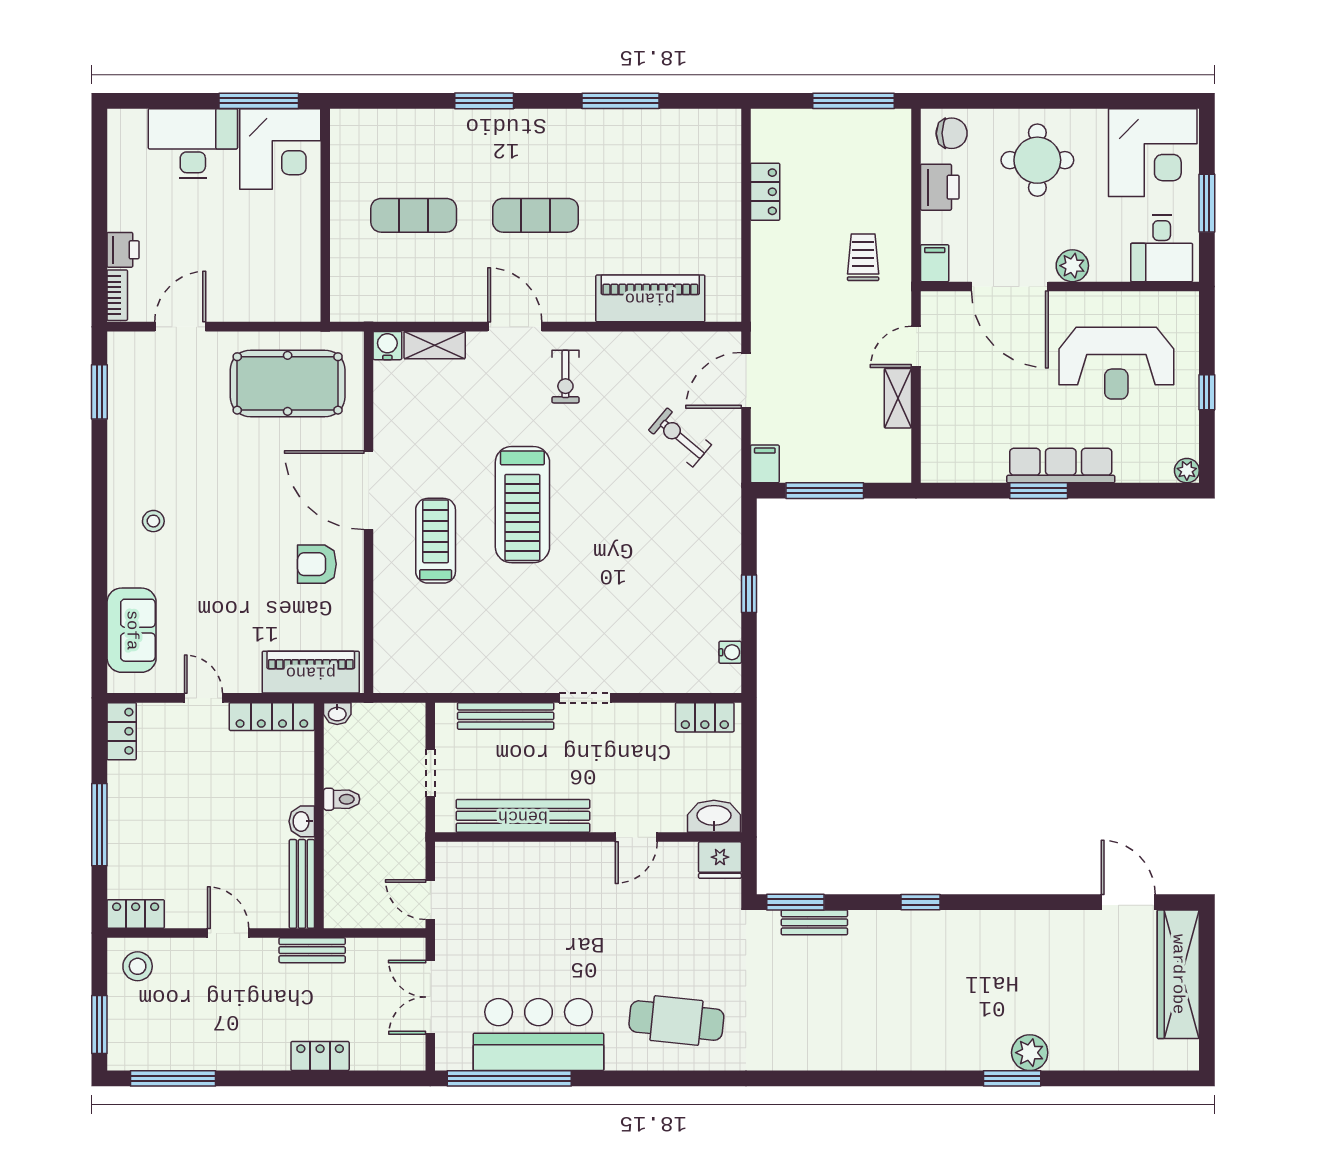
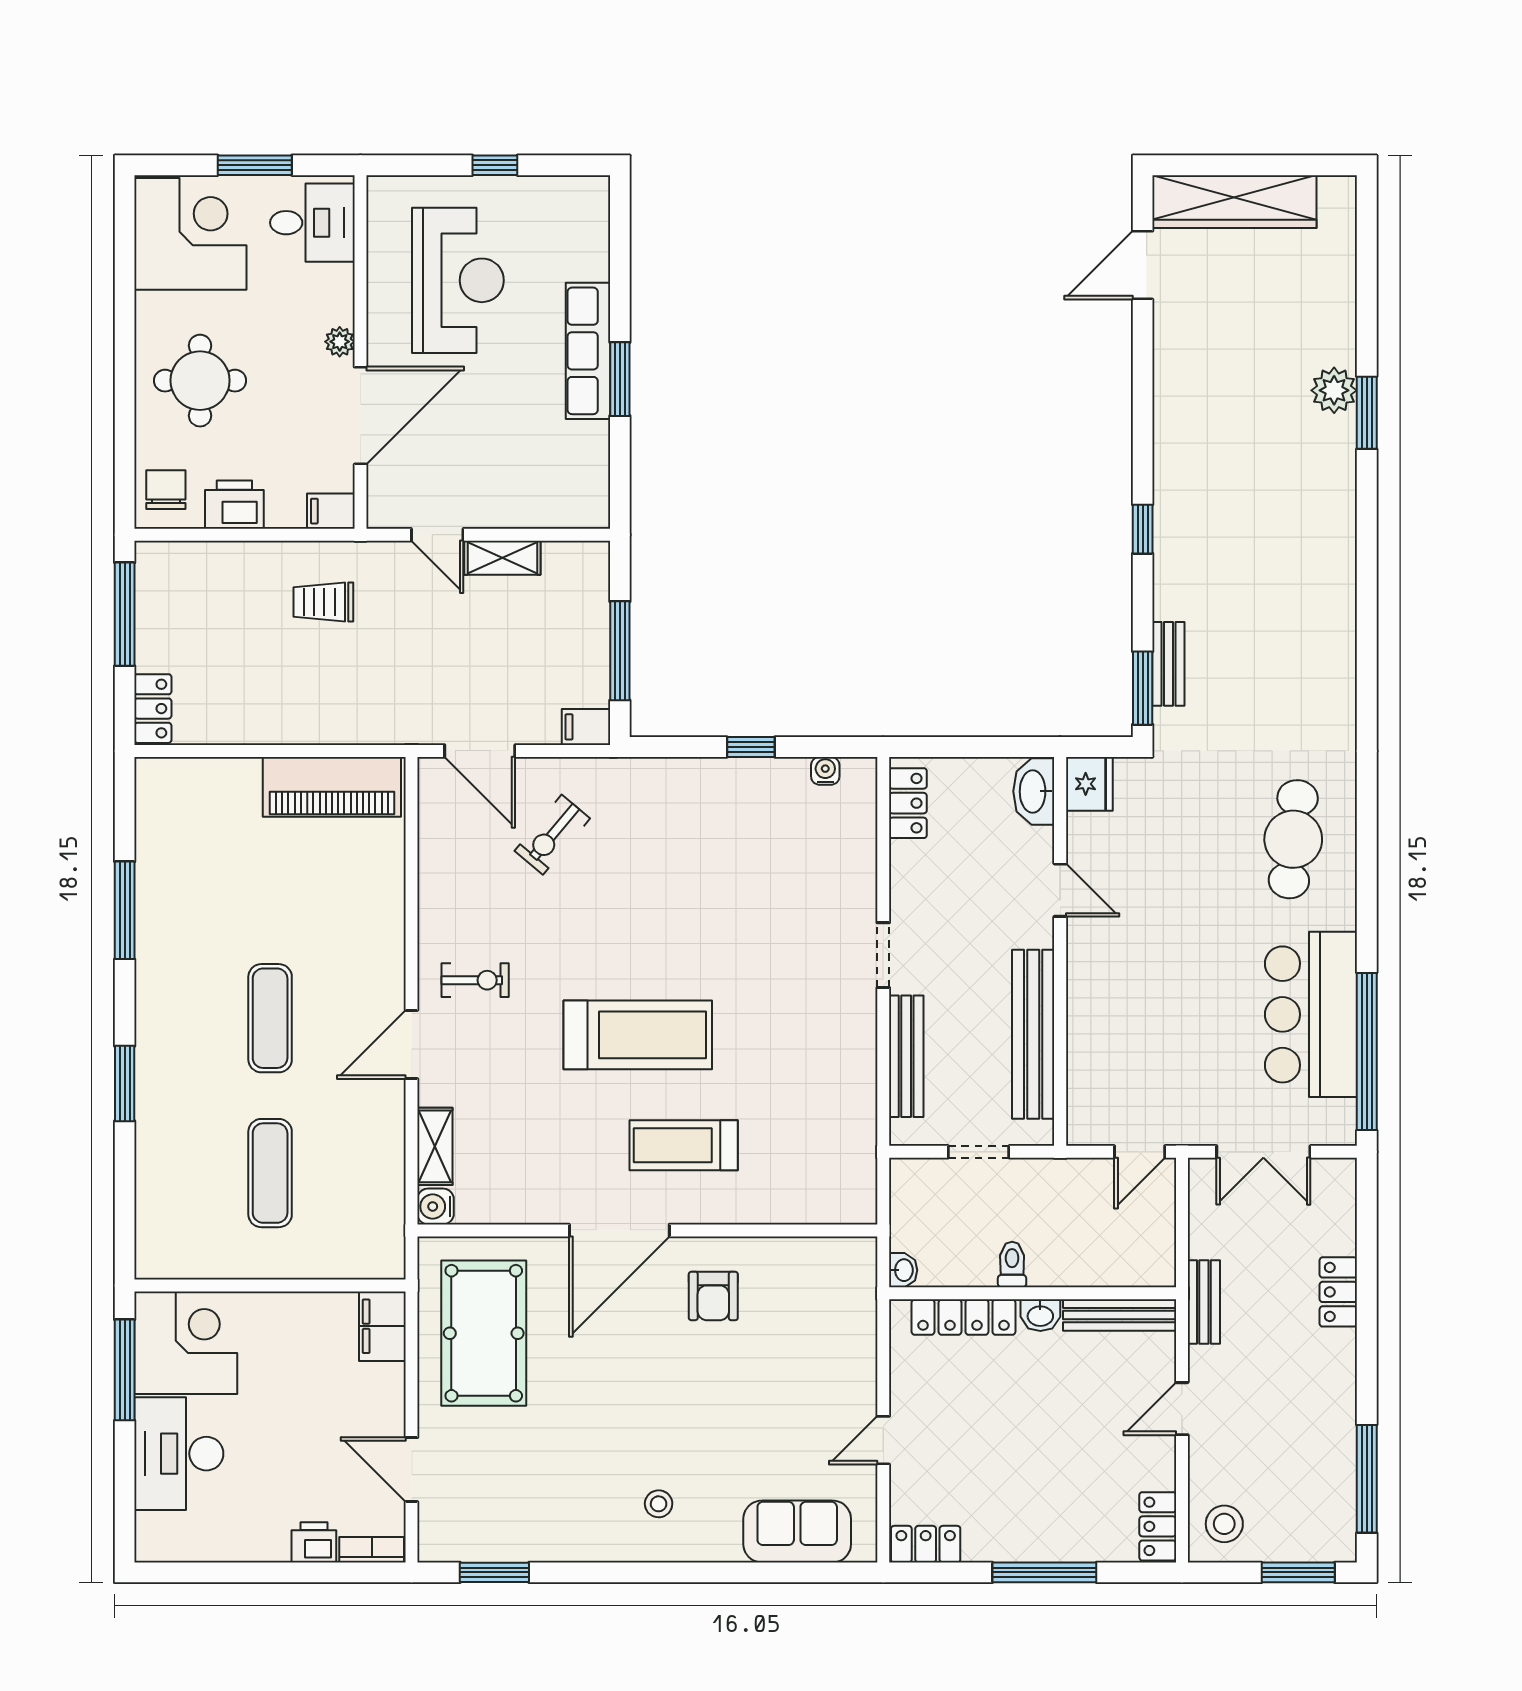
locker: (765, 192) -> (153, 709), moved, turned 90
plant: (1072, 266) -> (340, 342), width x0.73, depth x0.73
piano: (650, 298) -> (332, 787), moved, turned -90
filing cabinet: (293, 304) -> (382, 1326), added
plant: (1187, 471) -> (594, 191), removed
piano: (311, 672) -> (851, 1304), removed
locker: (272, 717) -> (963, 1317), moved, turned 90

